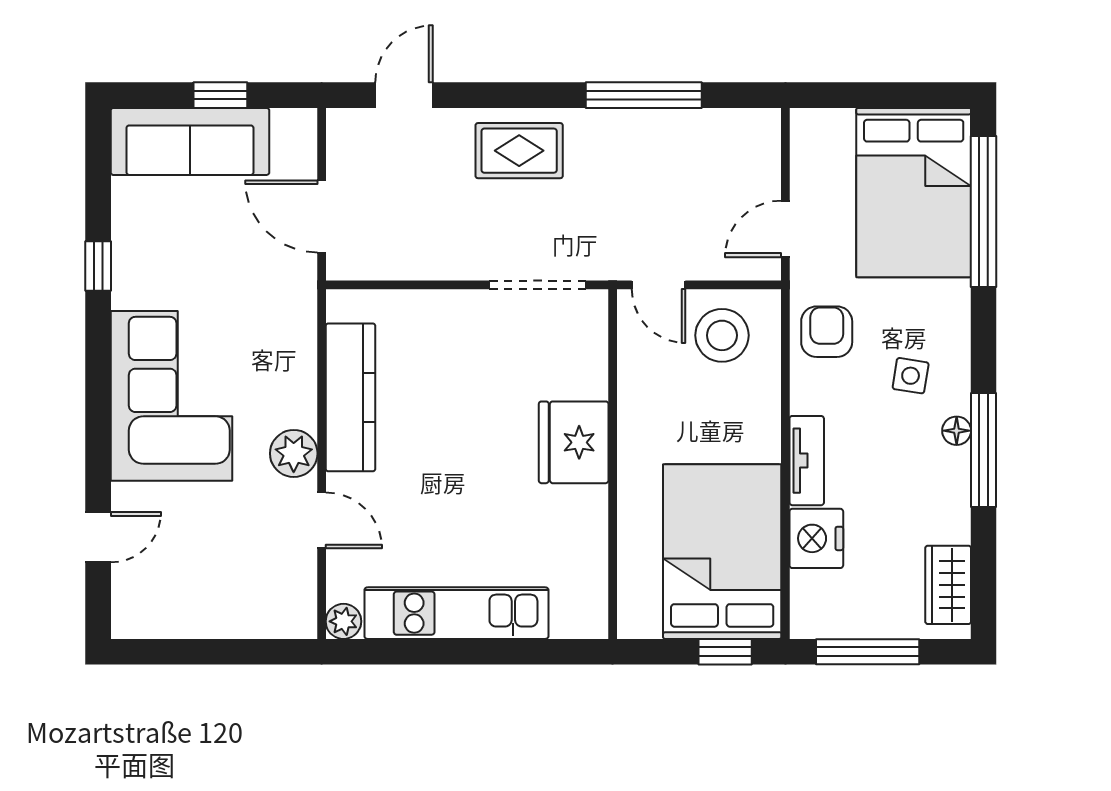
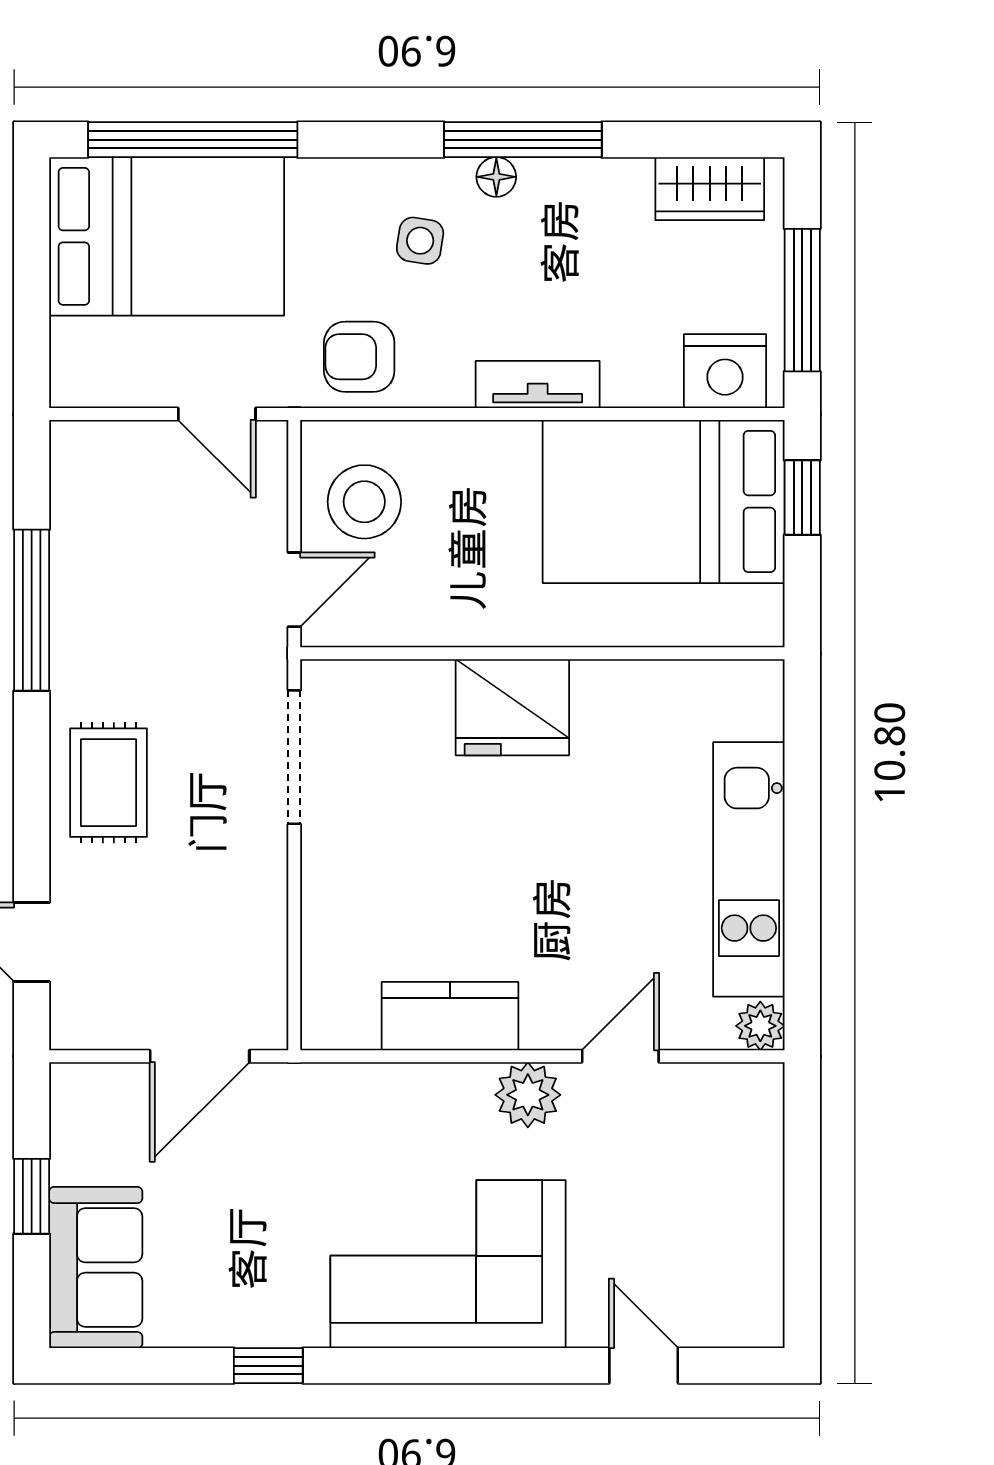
sofa: (190, 141) -> (96, 1268), width x0.73
kitchen counter: (351, 397) -> (450, 1016), width x0.67
nightstand: (816, 538) -> (725, 371), moved

